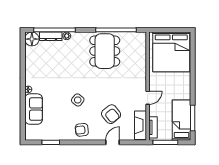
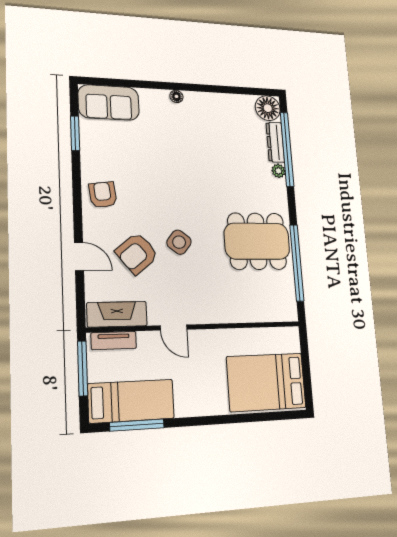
bed: (171, 52) -> (266, 382), width x0.73
side table: (78, 100) -> (179, 242), moved
sofa: (34, 109) -> (109, 103), moved

